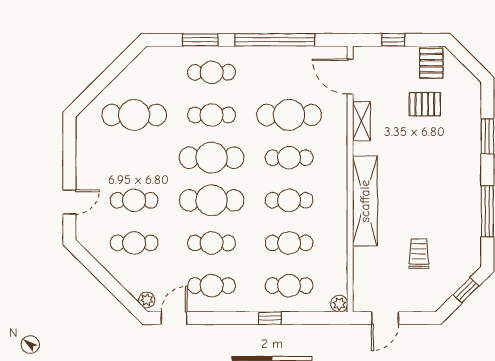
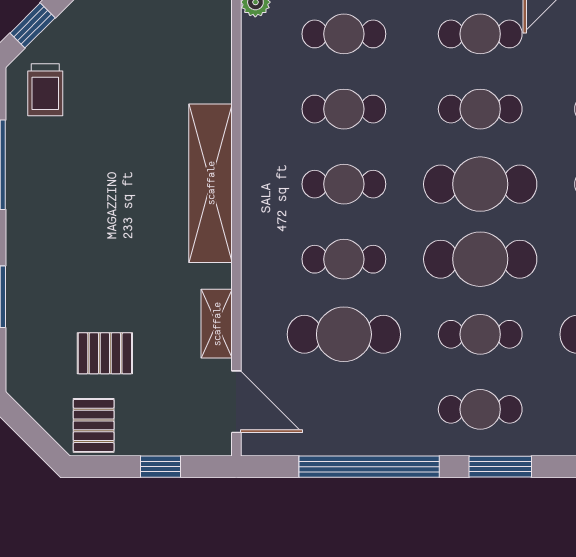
trolley: (419, 254) -> (45, 90), moved

